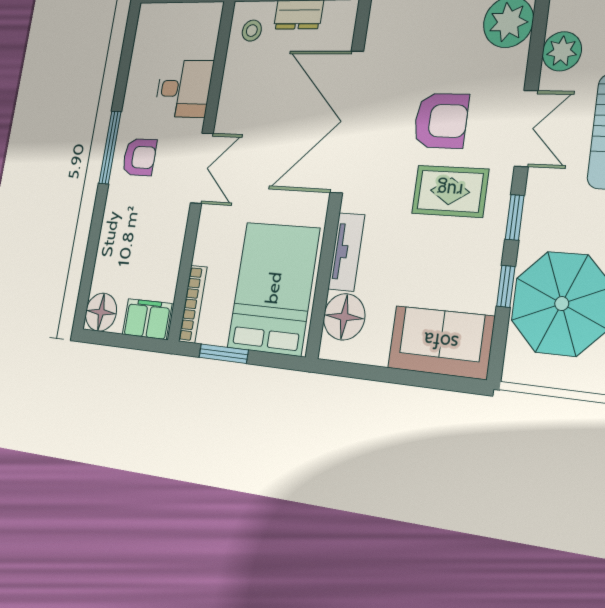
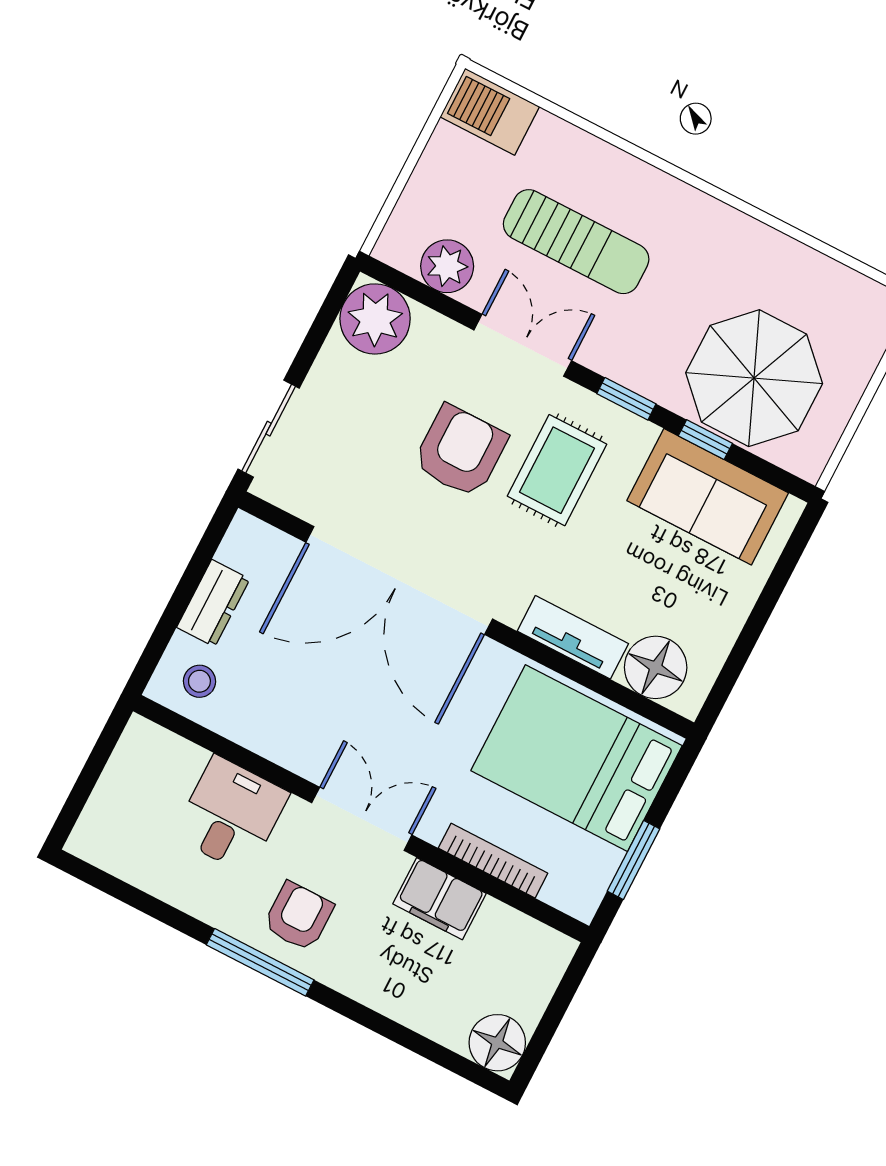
bookcase: (193, 304) -> (493, 861), moved
filing cabinet: (147, 319) -> (439, 899), moved, turned -90
sofa: (441, 342) -> (708, 497), moved, turned -90

